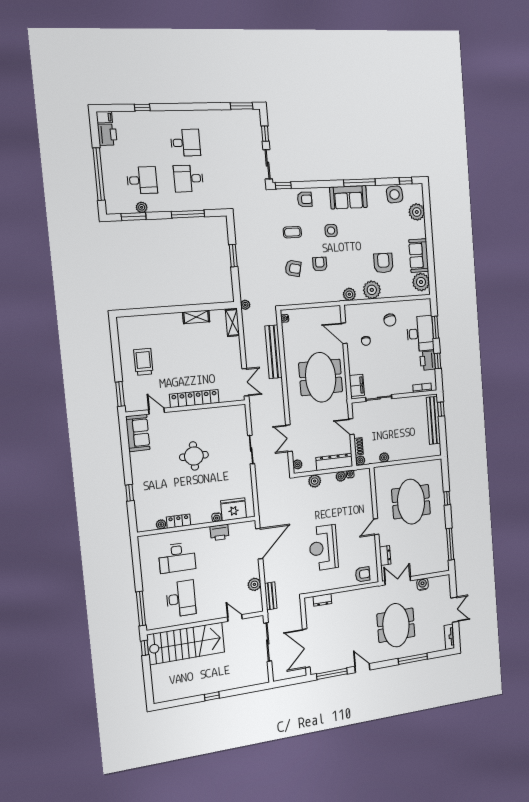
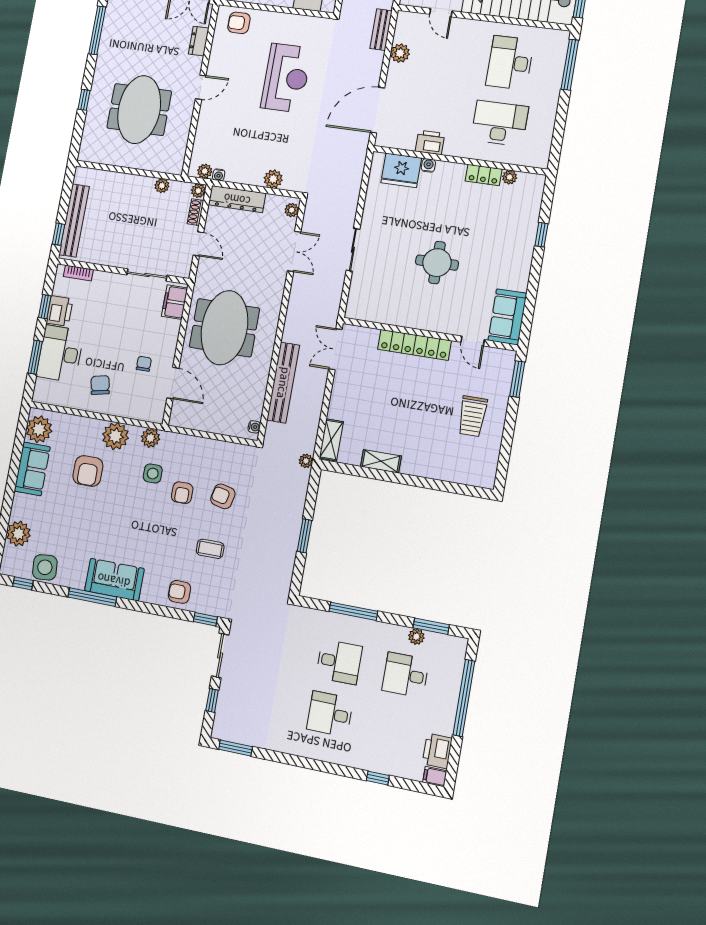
side table: (331, 231) -> (153, 474), moved
plant: (341, 476) -> (205, 171), moved

